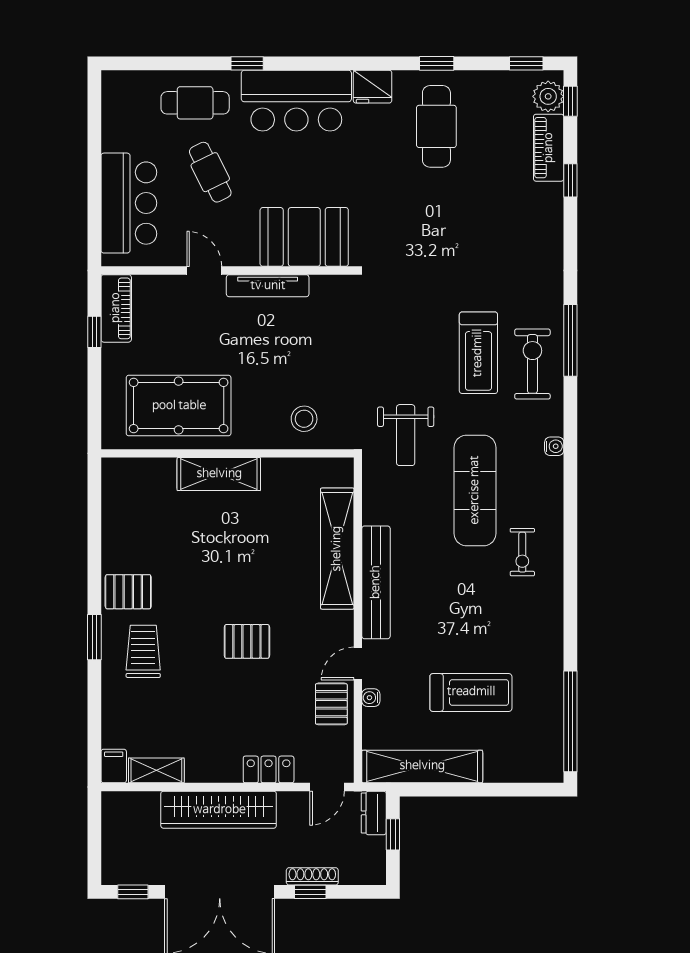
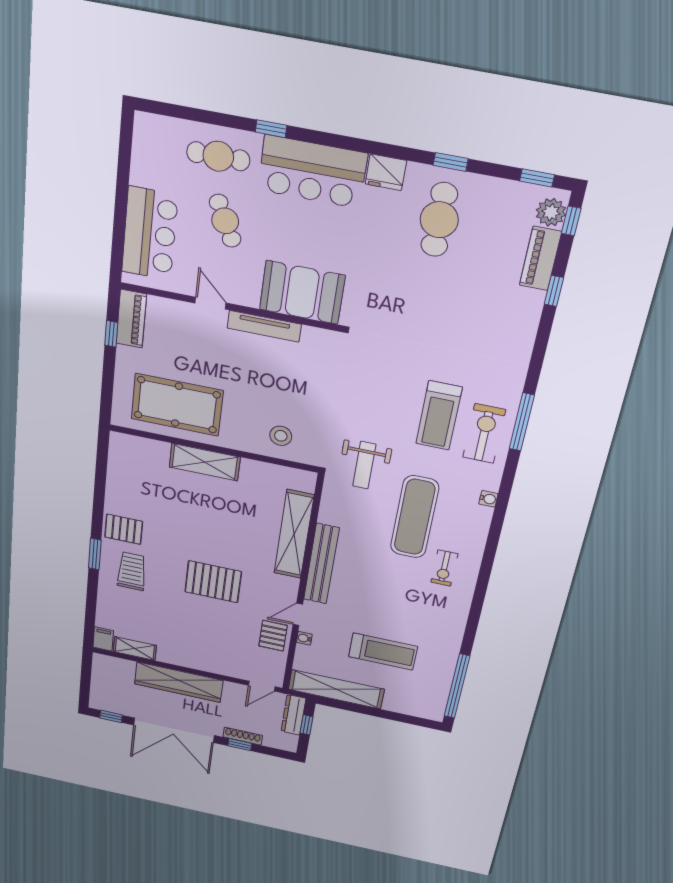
pallet: (247, 641) -> (213, 582), width x1.50, depth x1.42
locker: (269, 769) -> (219, 666), removed
dresser: (374, 813) -> (293, 715), width x1.44

